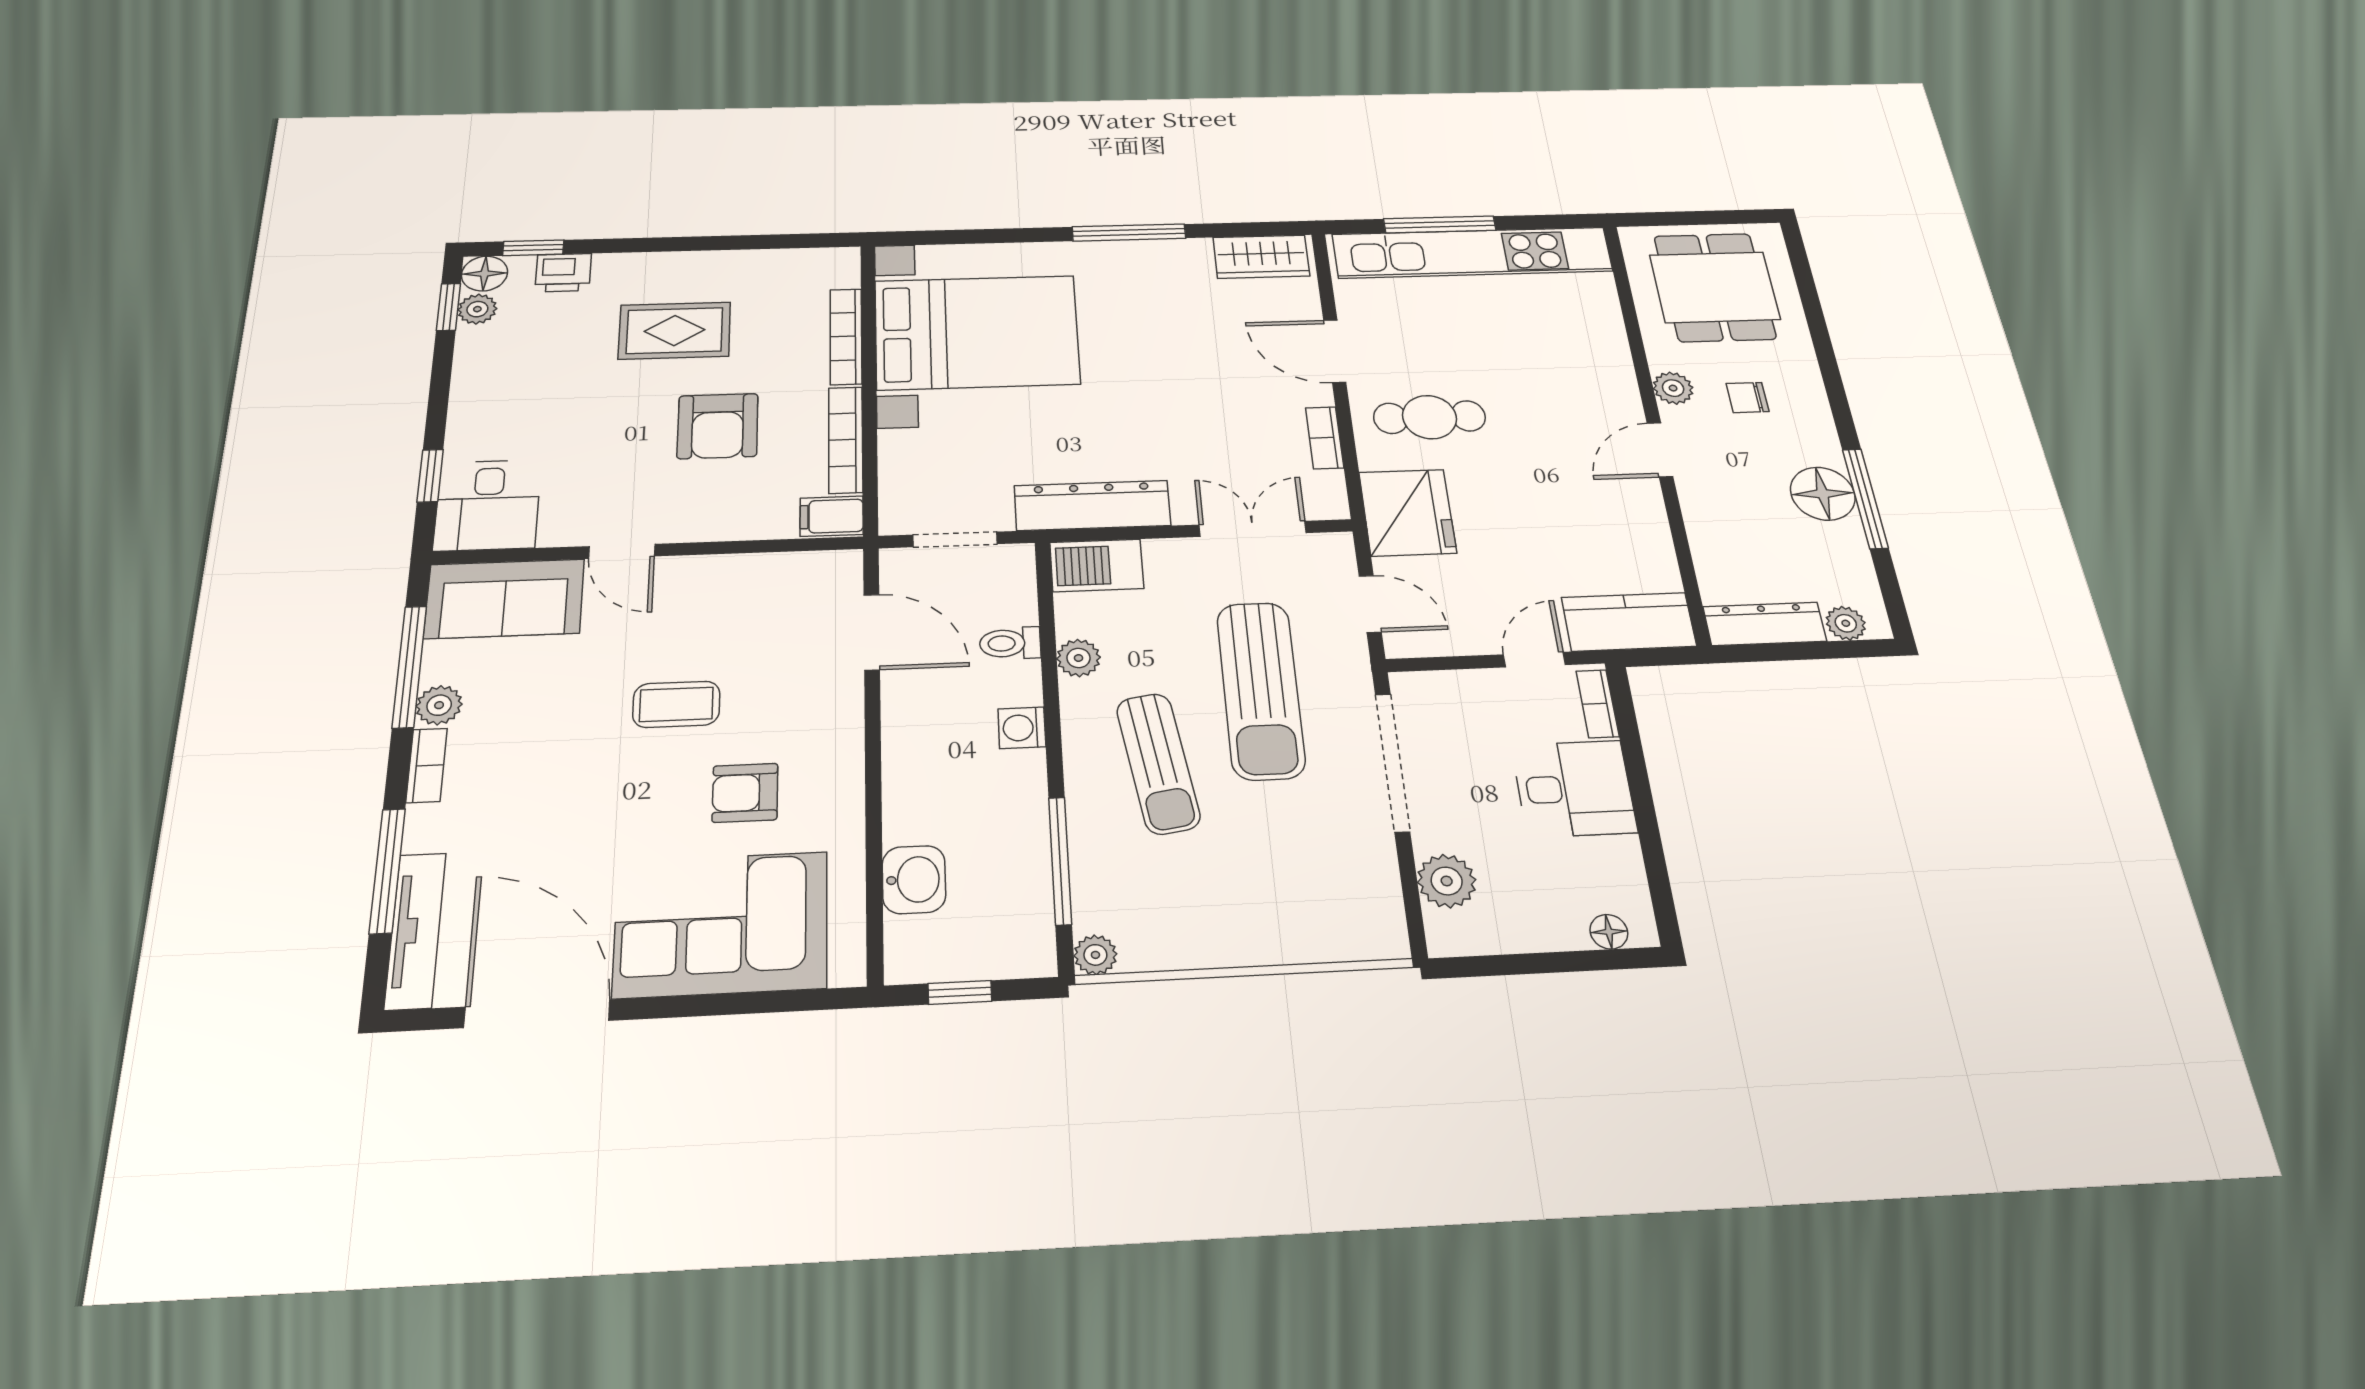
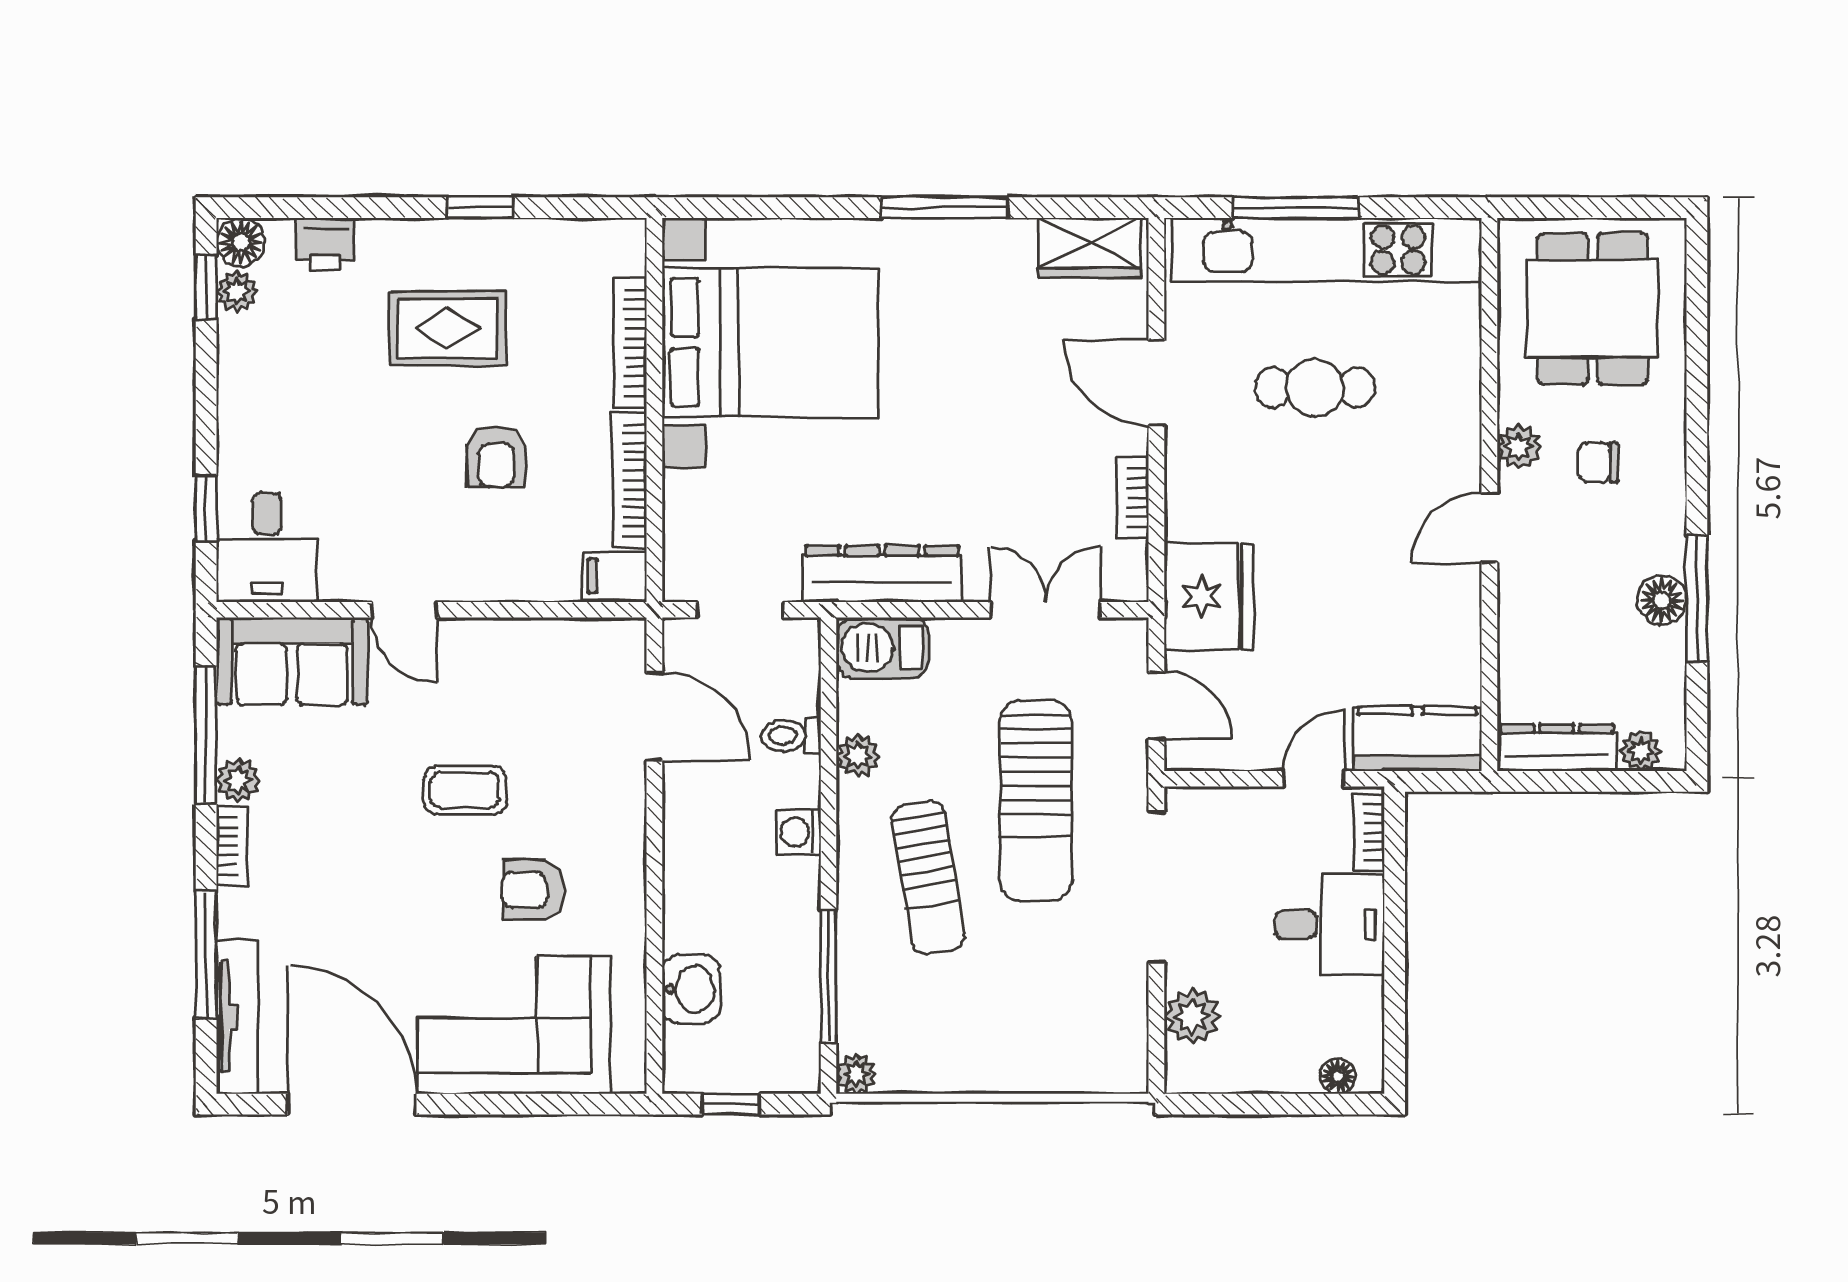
window: (533, 248) -> (480, 208), moved
cafe table: (1430, 417) -> (1315, 387), moved
armchair: (718, 426) -> (496, 457), width x0.72, depth x0.72
floor lamp: (1823, 494) -> (1662, 600), width x0.73, depth x0.73

